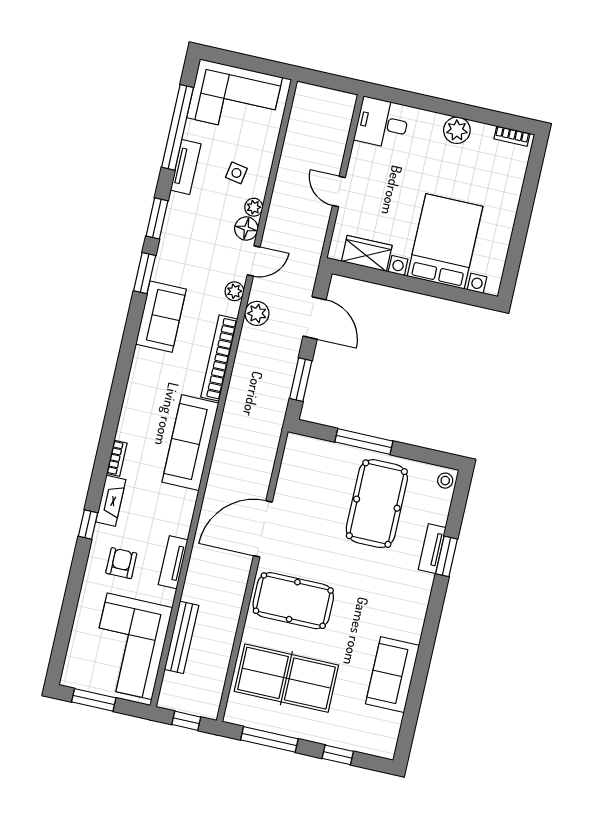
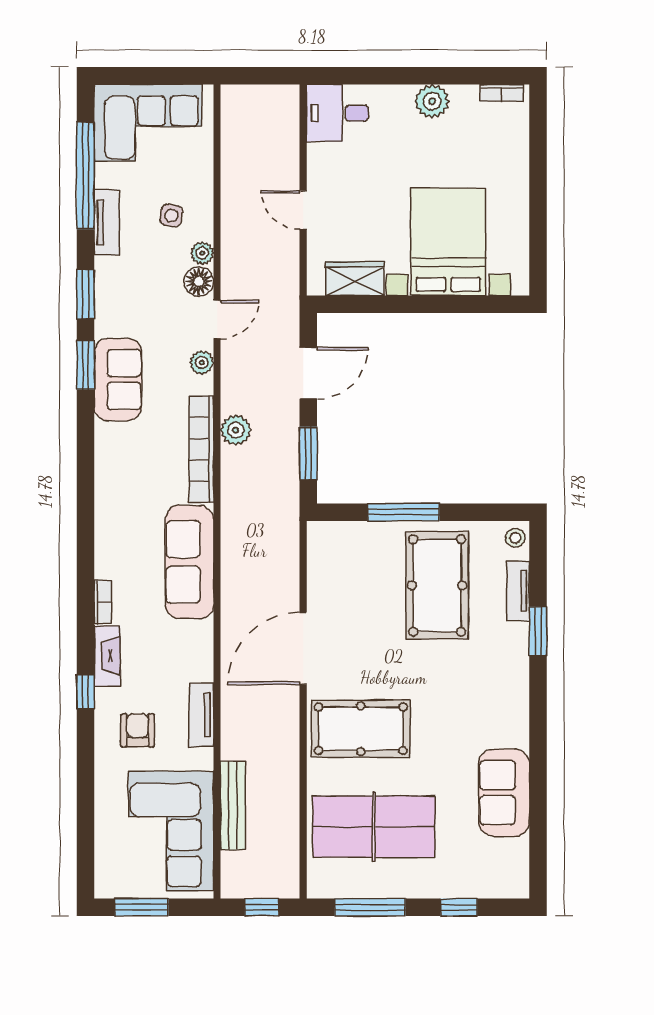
plant: (257, 313) -> (236, 430), moved
sofa: (161, 317) -> (118, 379), moved
door: (315, 318) -> (308, 373), hinge flipped
tv unit: (432, 549) -> (518, 591), moved

